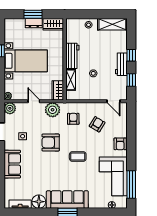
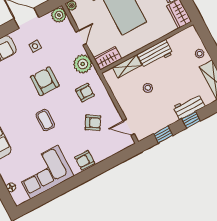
workbench: (121, 64) -> (189, 107), moved
door: (113, 101) -> (129, 127), hinge flipped
window: (131, 184) -> (46, 197), removed

